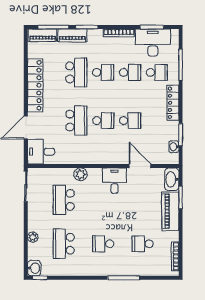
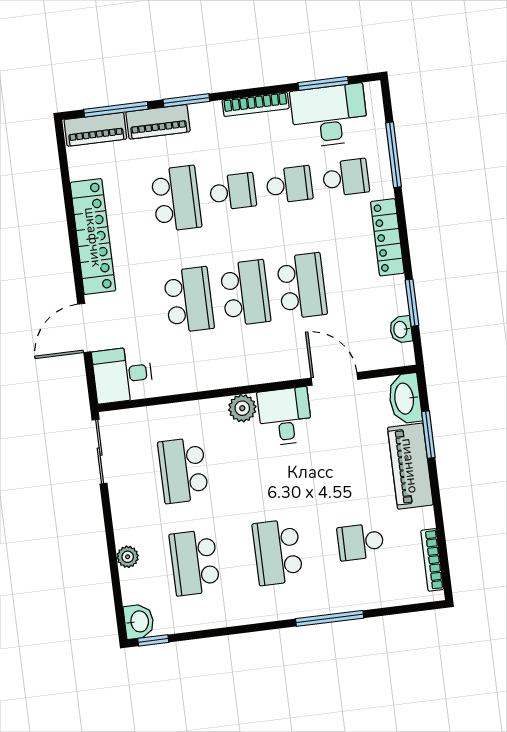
school desk: (103, 121) -> (245, 293), width x1.85
school desk: (130, 121) -> (302, 286), width x1.85
plant: (81, 174) -> (242, 408), moved
school desk: (103, 244) -> (278, 552), width x1.85

